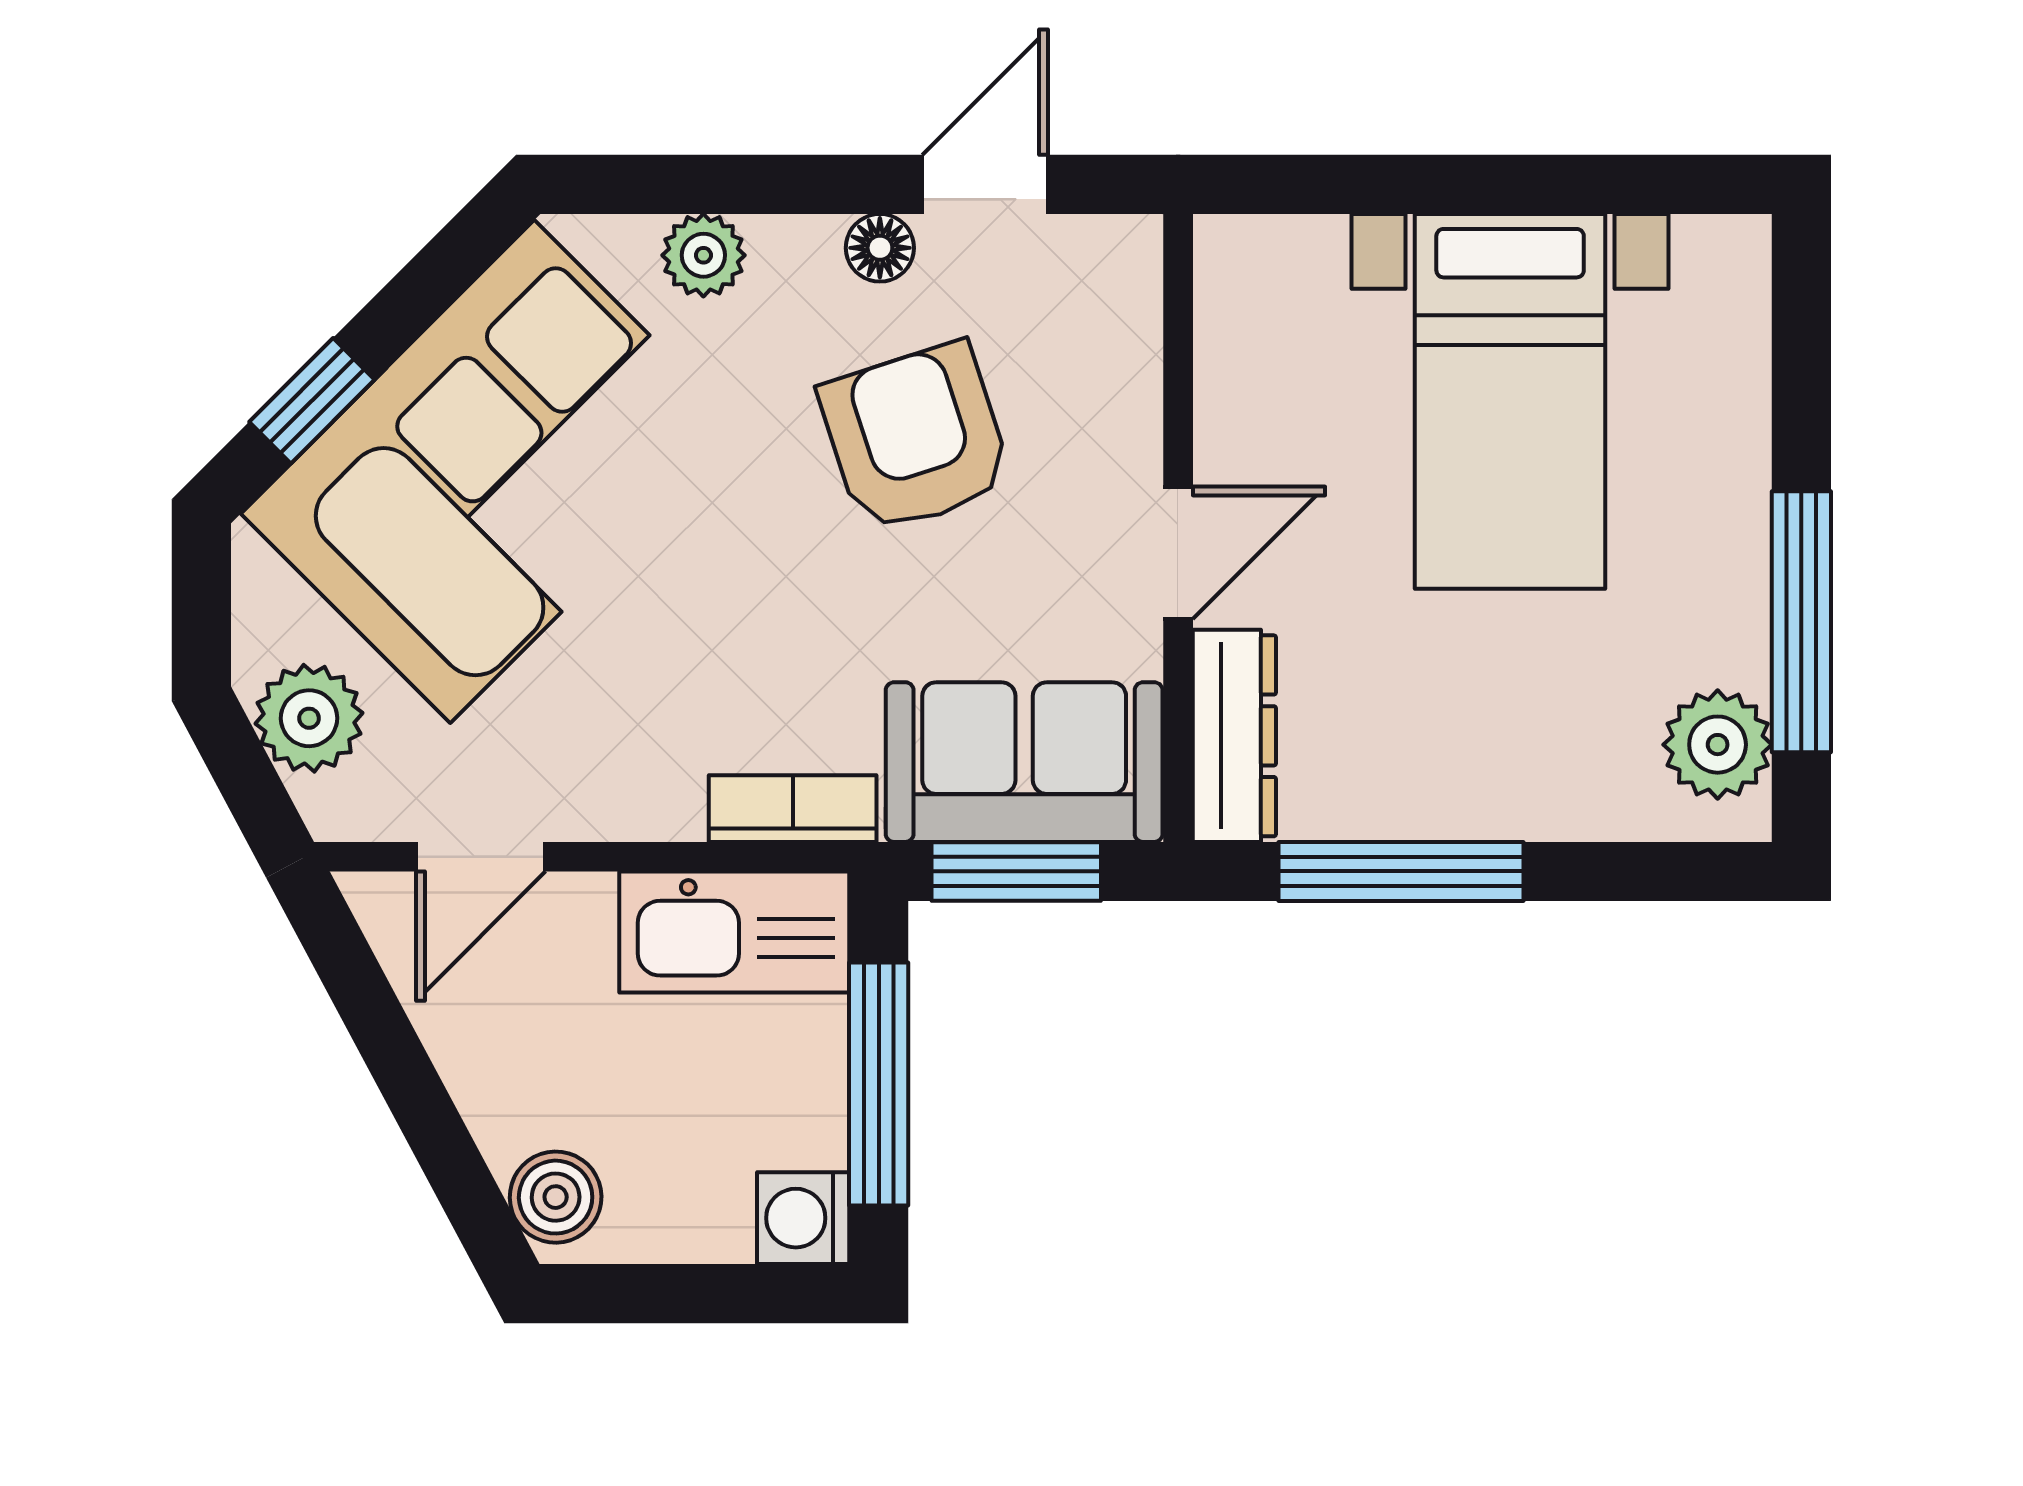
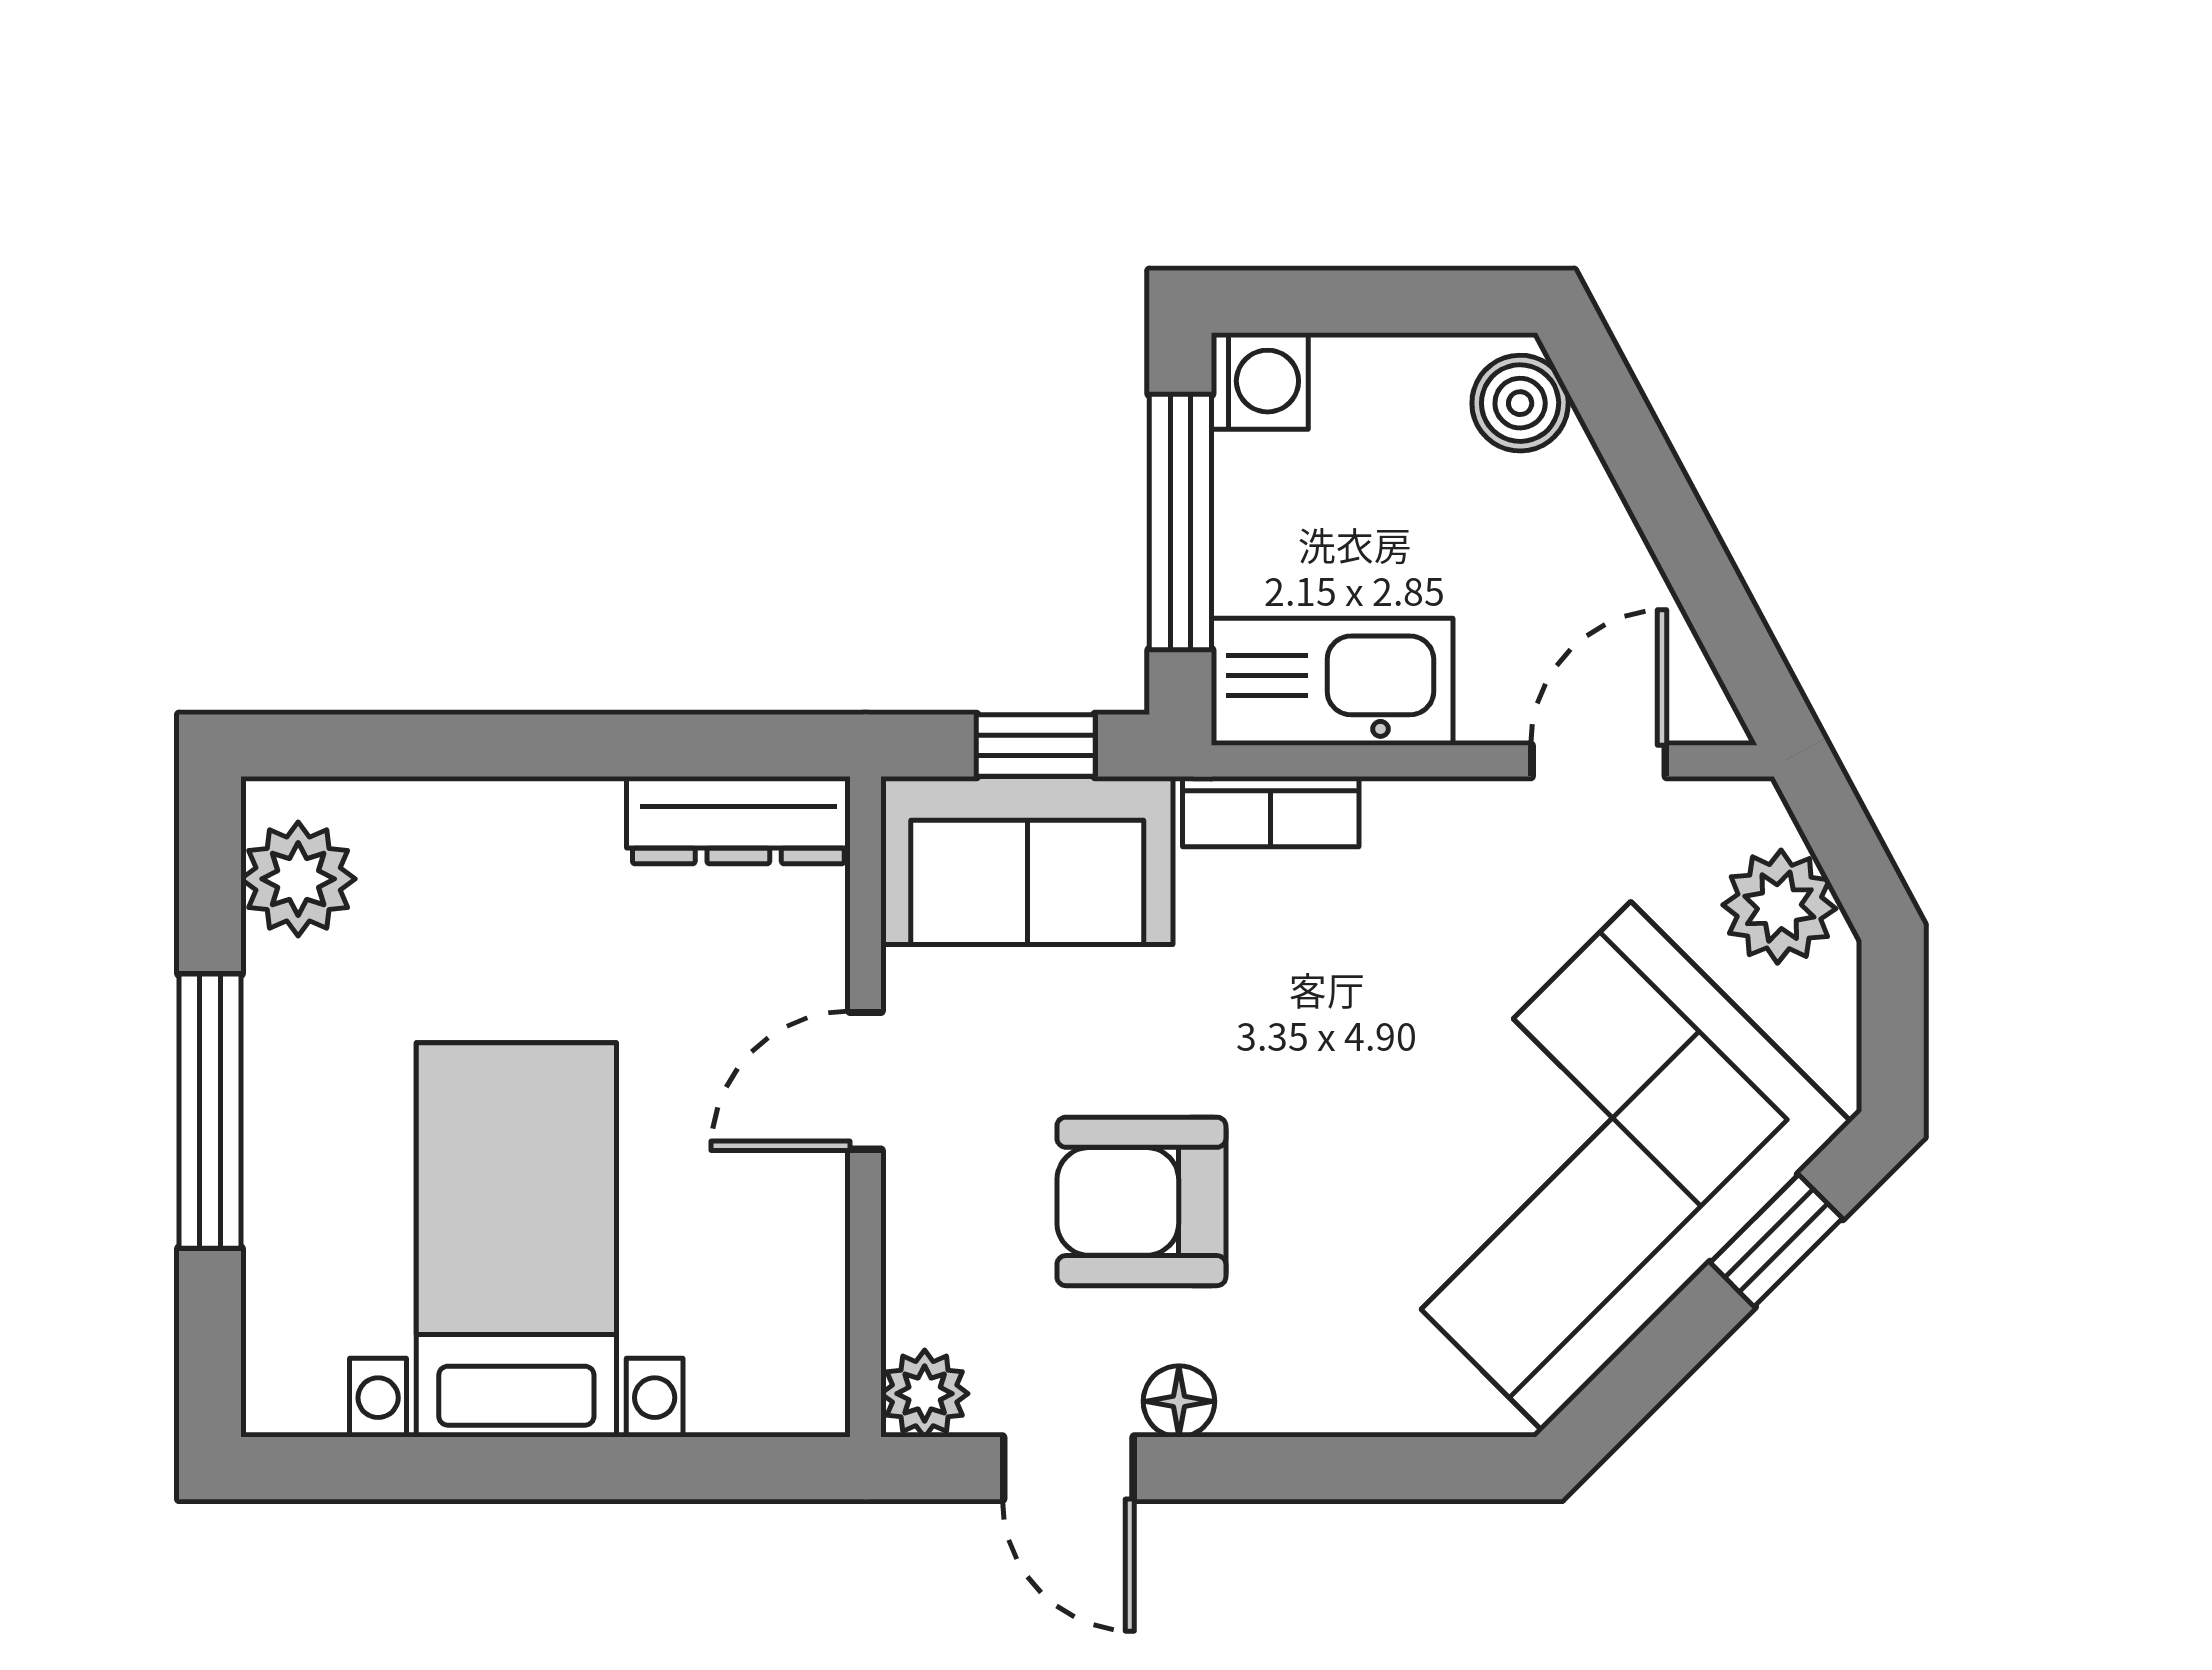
door: (985, 184) -> (1068, 1468), hinge flipped
plant: (703, 255) -> (925, 1394), moved
armchair: (916, 438) -> (1141, 1201), turned 108
window: (1801, 622) -> (210, 1111), moved
dresser: (1234, 736) -> (738, 820), moved, turned -90
window: (1016, 871) -> (1036, 745), width x0.67
window: (1401, 871) -> (631, 745), removed

